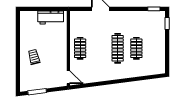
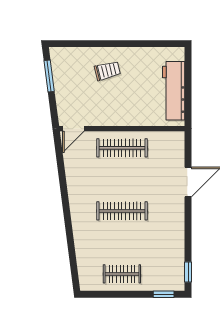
workbench: (51, 17) -> (174, 91), width x1.38
clothes rail: (80, 48) -> (122, 148), width x1.36
clothes rail: (136, 48) -> (122, 274), moved

